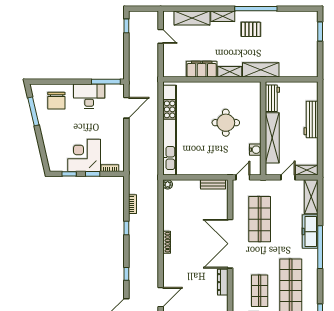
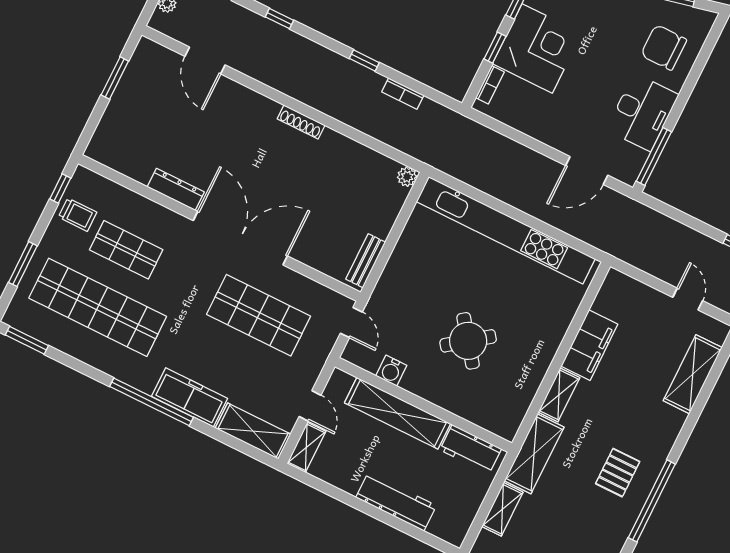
shelving: (223, 16) -> (502, 509), moved
door: (161, 36) -> (688, 299), swing flipped
door: (126, 108) -> (587, 170), hinge flipped
round table: (226, 123) -> (468, 341), turned -37

